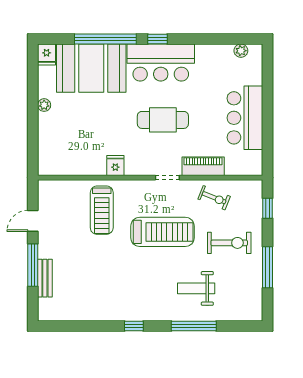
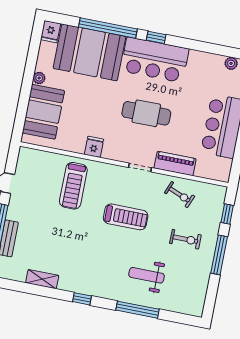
booth: (55, 139) -> (43, 112), added
treadmill: (163, 232) -> (126, 217), width x0.73, depth x0.73
exercise bike: (229, 243) -> (185, 239), width x0.73, depth x0.72
window: (268, 267) -> (219, 255), moved
shelving: (88, 314) -> (42, 279), added

